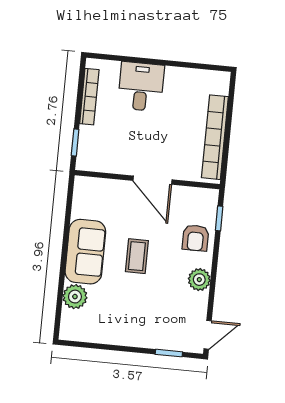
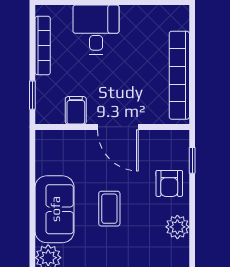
filing cabinet: (114, 161) -> (76, 110), added

